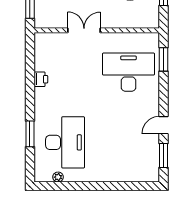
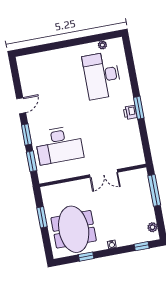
printer: (41, 79) -> (130, 112), moved
window: (30, 134) -> (139, 108), moved
window: (164, 155) -> (27, 135), moved

